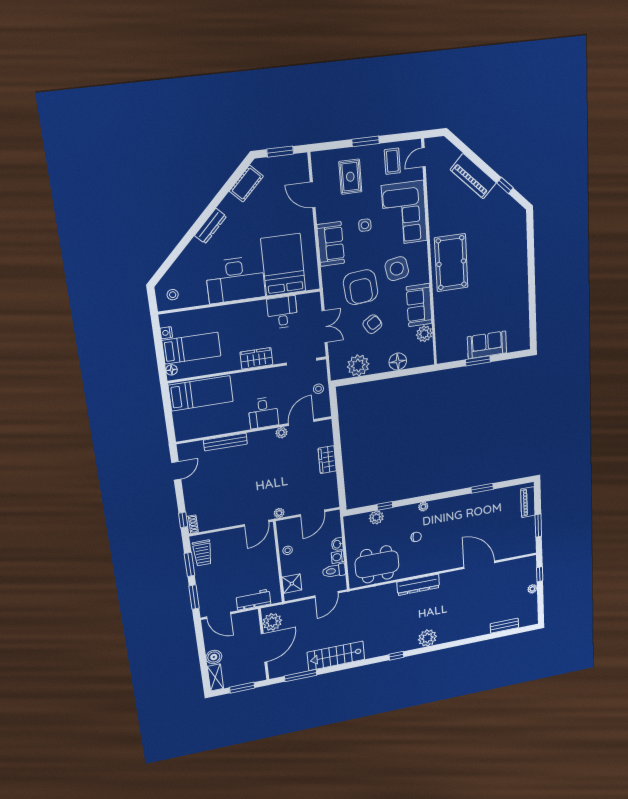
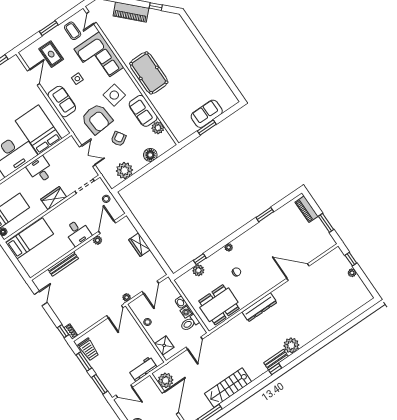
door: (313, 195) -> (33, 77), swing flipped
desk: (282, 312) -> (40, 170), moved
bench: (504, 626) -> (276, 360), moved

